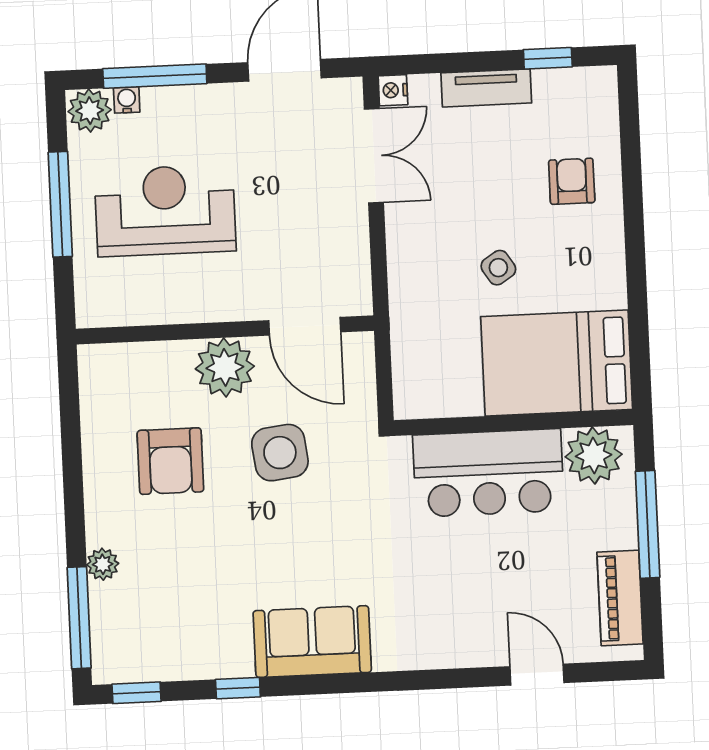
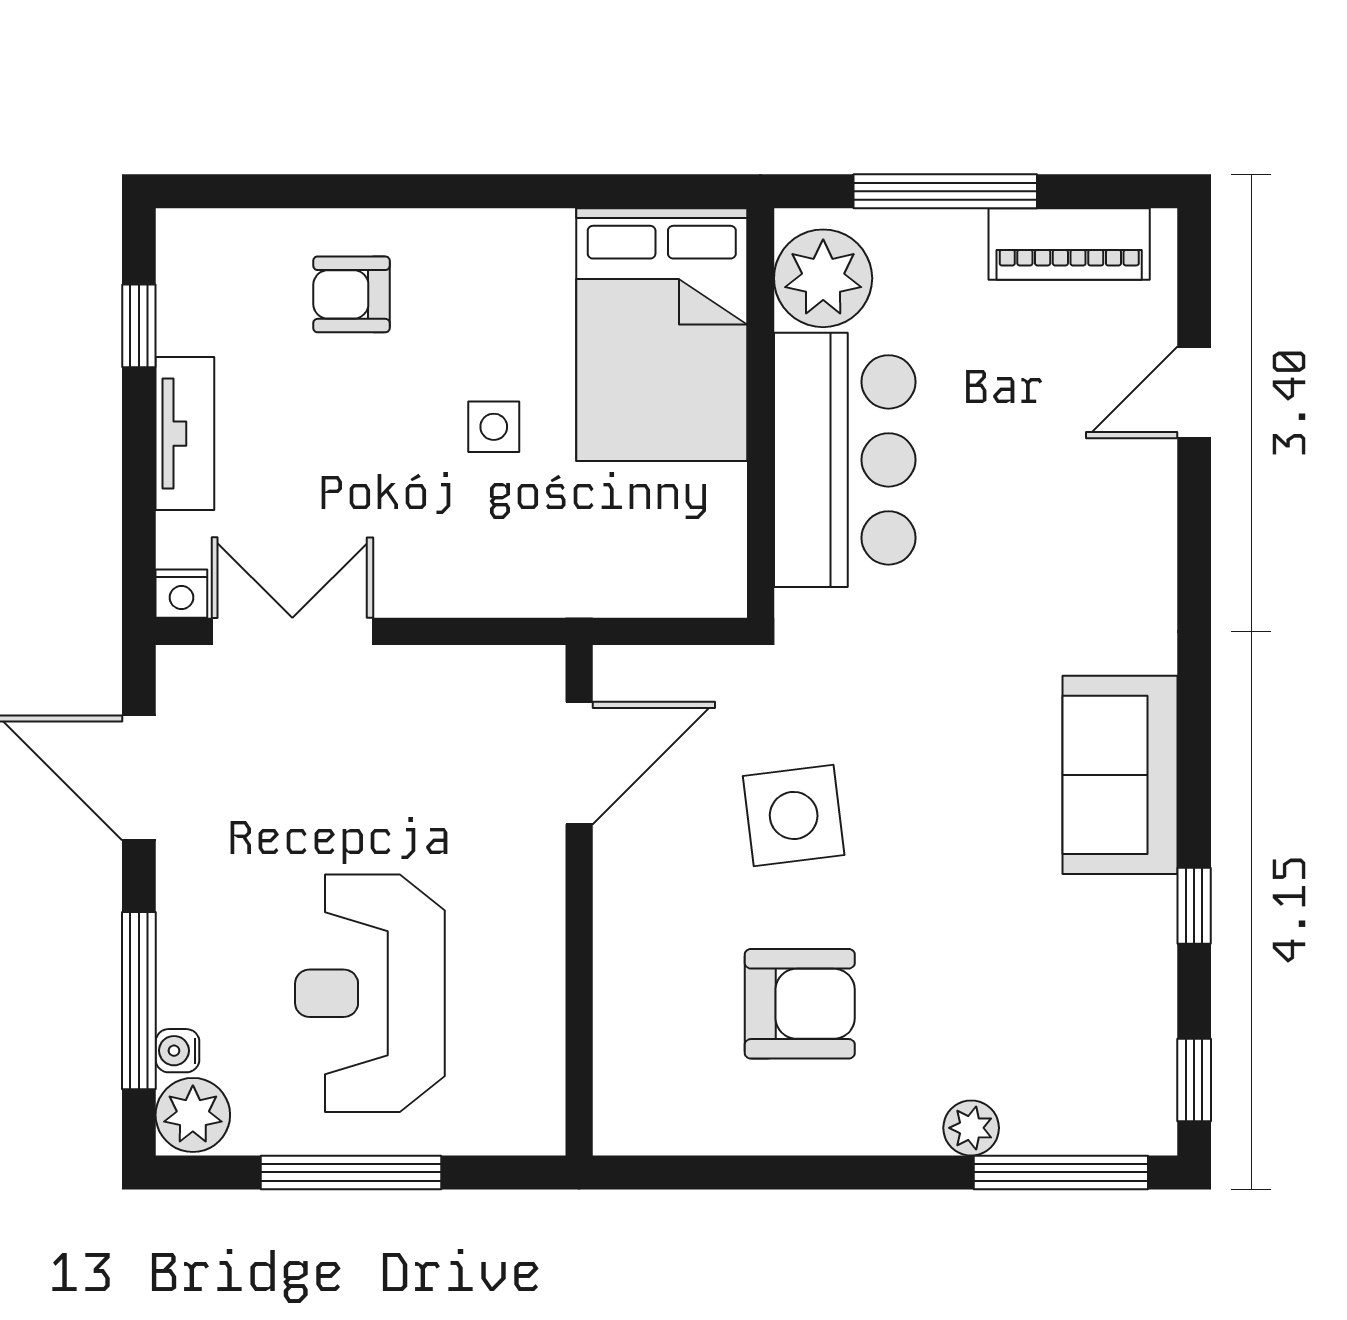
side table: (498, 268) -> (494, 427), turned 33
plant: (225, 367) -> (643, 903), removed

